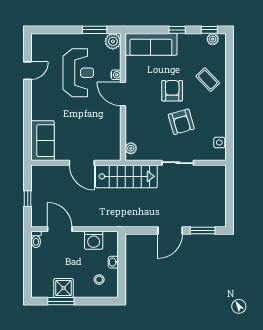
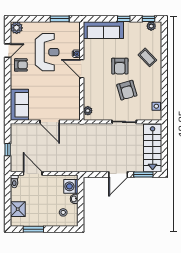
plant: (113, 41) -> (17, 28), moved
armchair: (45, 89) -> (21, 65), added
armchair: (172, 91) -> (120, 66), turned 180
stairs: (126, 176) -> (153, 148), moved, turned 90
washing machine: (94, 240) -> (71, 186), moved, turned 90
shower: (64, 288) -> (18, 209), moved

